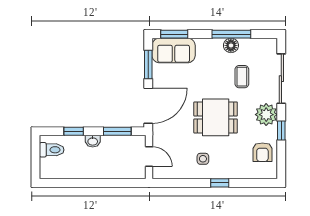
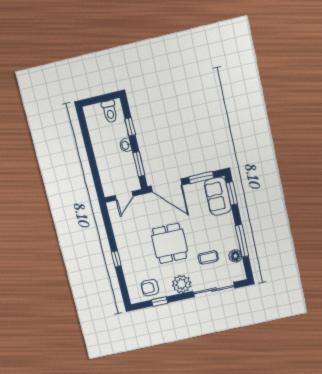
floor lamp: (231, 45) -> (235, 256), moved
window: (281, 131) -> (159, 301), moved
side table: (203, 159) -> (133, 241), removed

